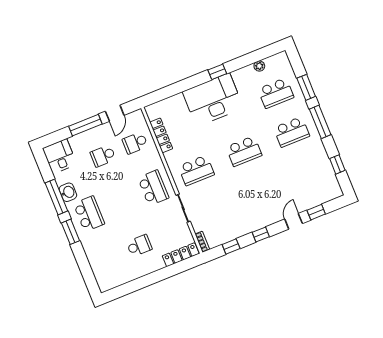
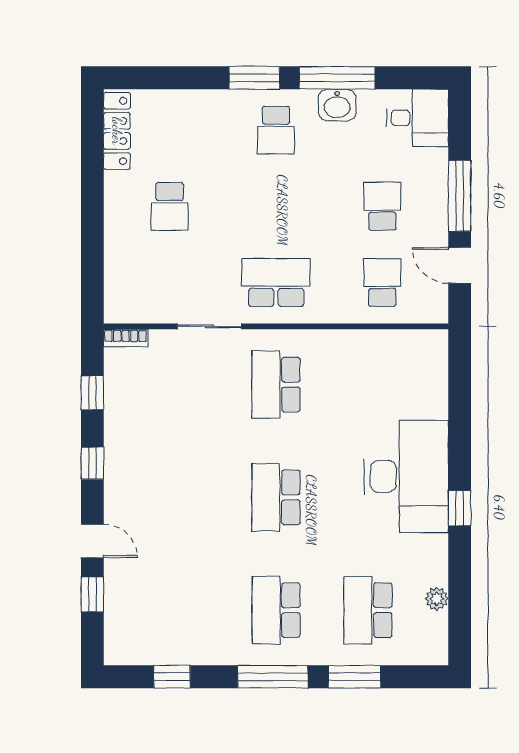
locker: (161, 135) -> (376, 342), removed
school desk: (153, 188) -> (276, 282), turned 180
school desk: (89, 214) -> (276, 130), width x0.54
locker: (181, 255) -> (117, 131), moved

